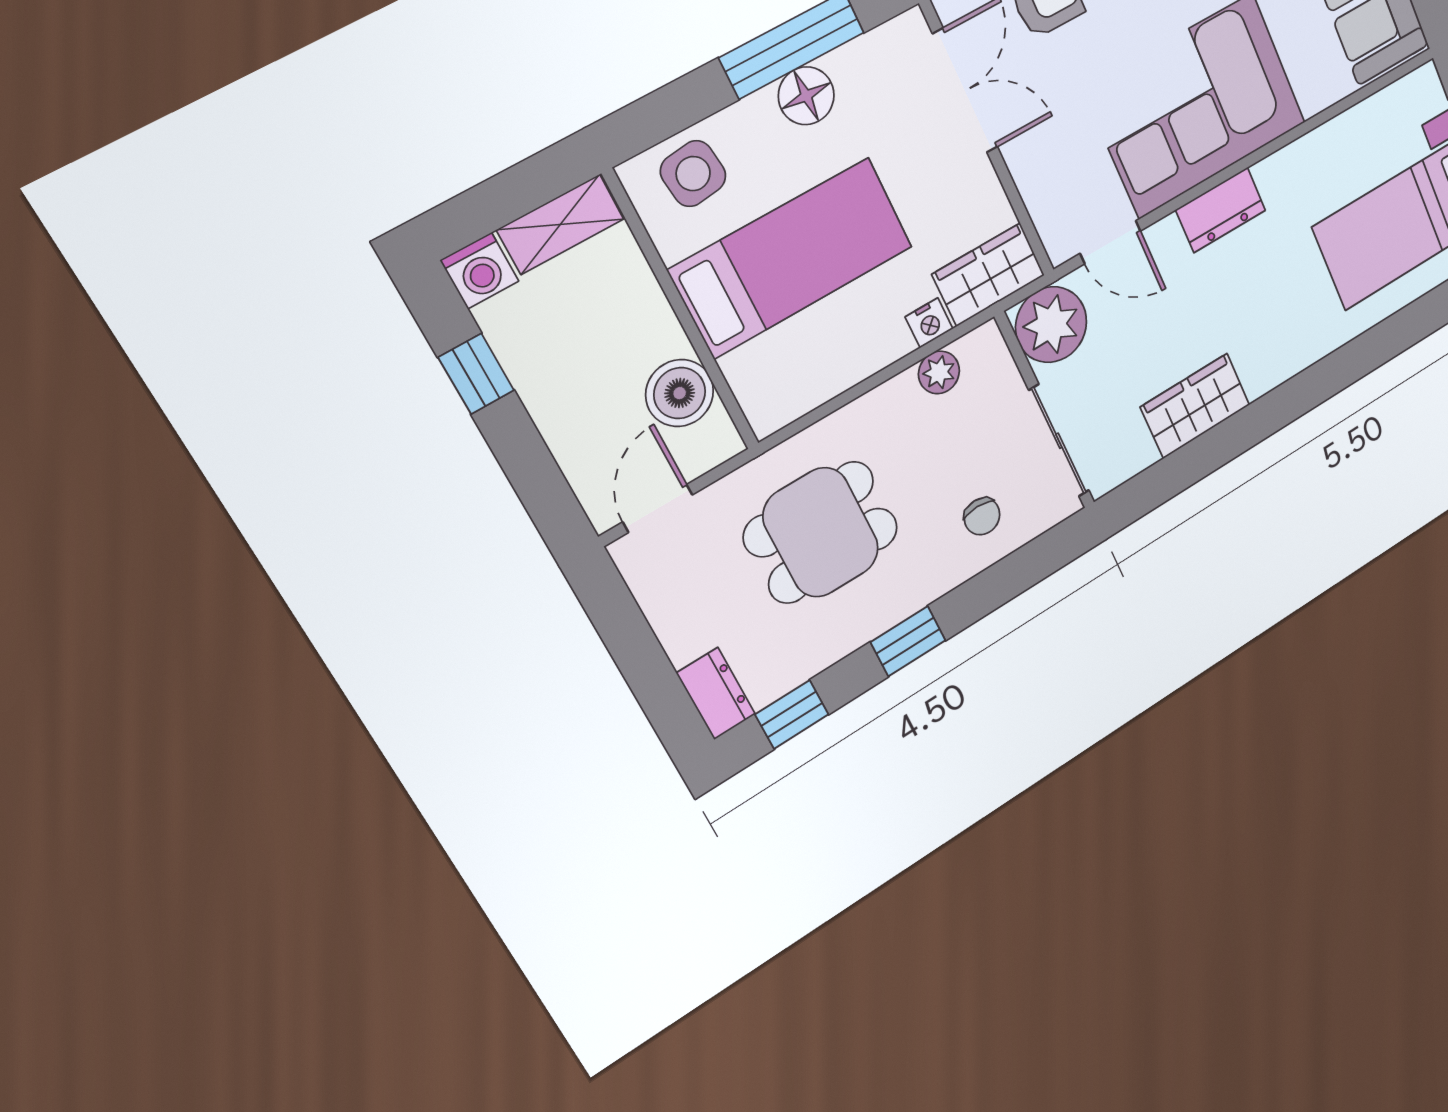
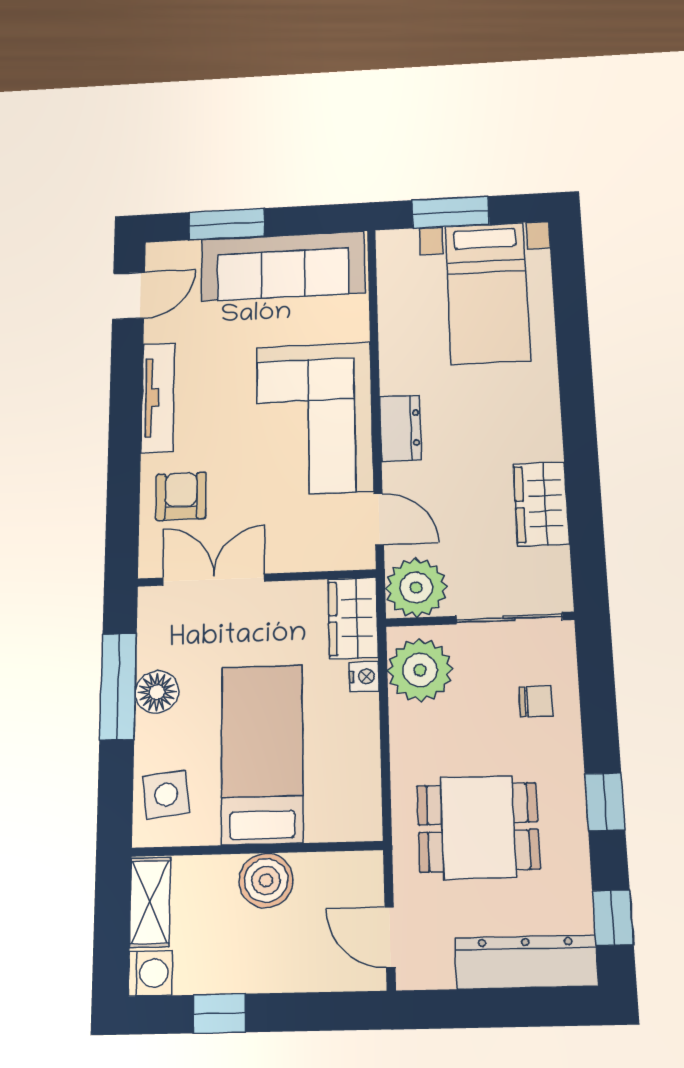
door: (1110, 242) -> (379, 519), hinge flipped
plant: (939, 372) -> (420, 670), width x1.88, depth x1.88
boiler: (680, 393) -> (266, 880), moved
dining table: (821, 532) -> (478, 827), turned 90
dresser: (716, 694) -> (526, 962), width x1.96, depth x1.24

